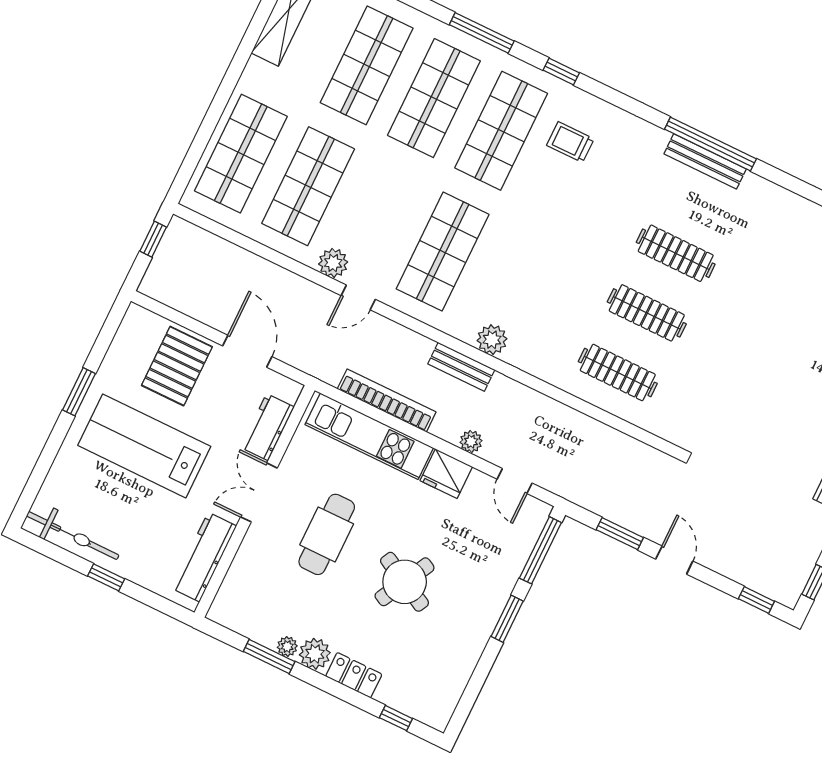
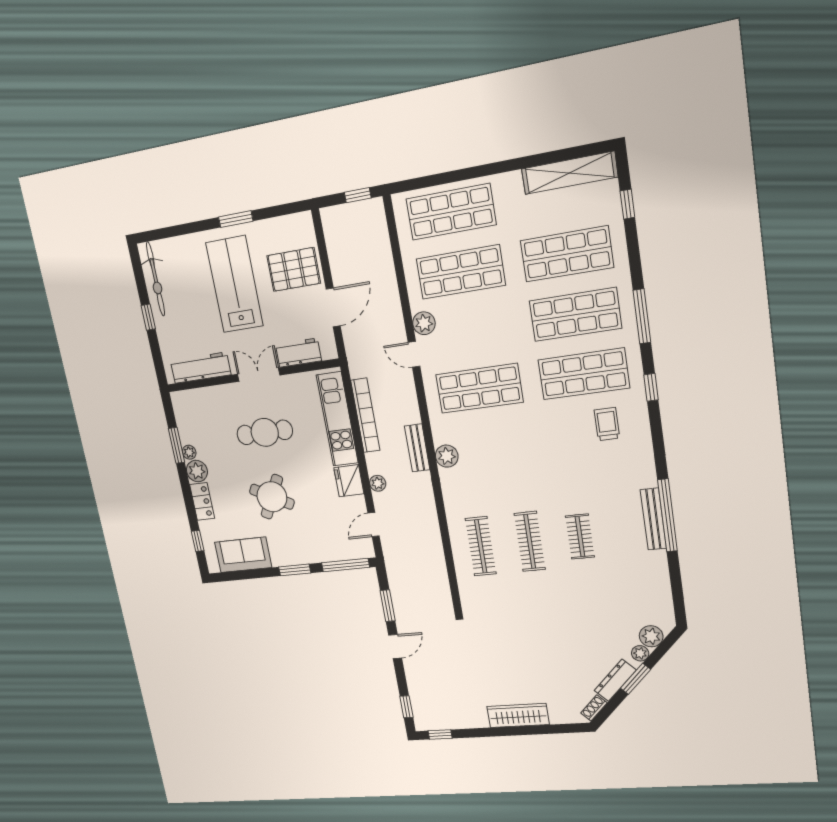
clothes rail: (676, 253) -> (580, 537), width x0.73
sofa: (449, 671) -> (243, 555), added

